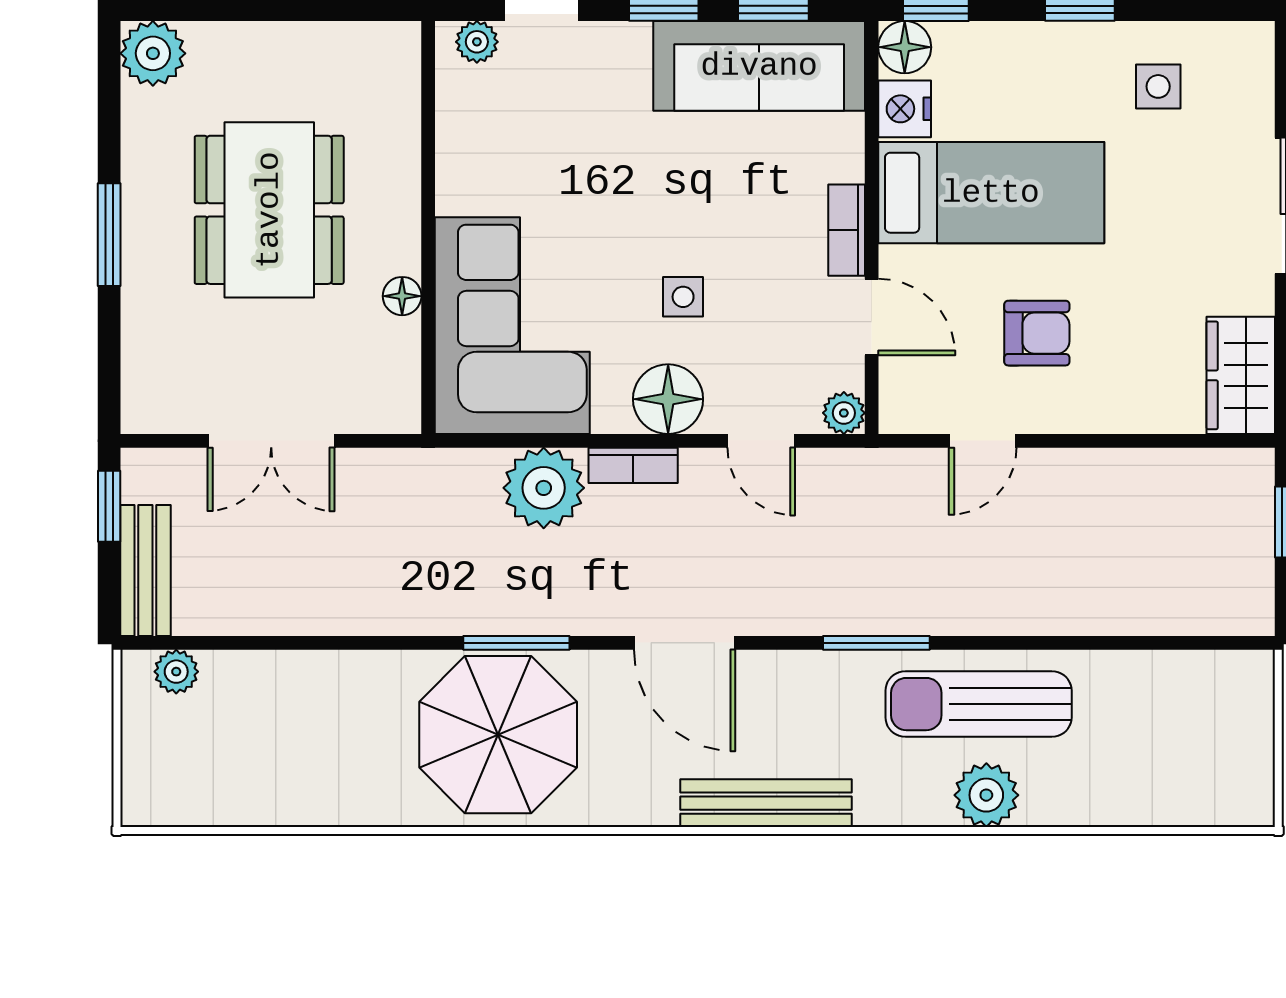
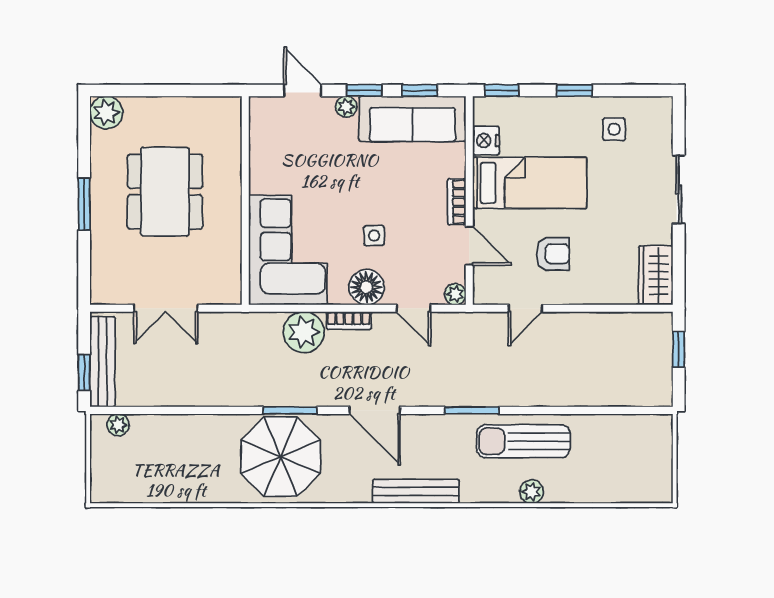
plant: (477, 42) -> (346, 107), moved
floor lamp: (905, 47) -> (486, 109), removed
floor lamp: (402, 296) -> (232, 235), removed
window: (109, 506) -> (84, 373), moved
bench: (145, 571) -> (102, 362), width x1.36
plant: (986, 795) -> (532, 492), width x0.73, depth x0.73

